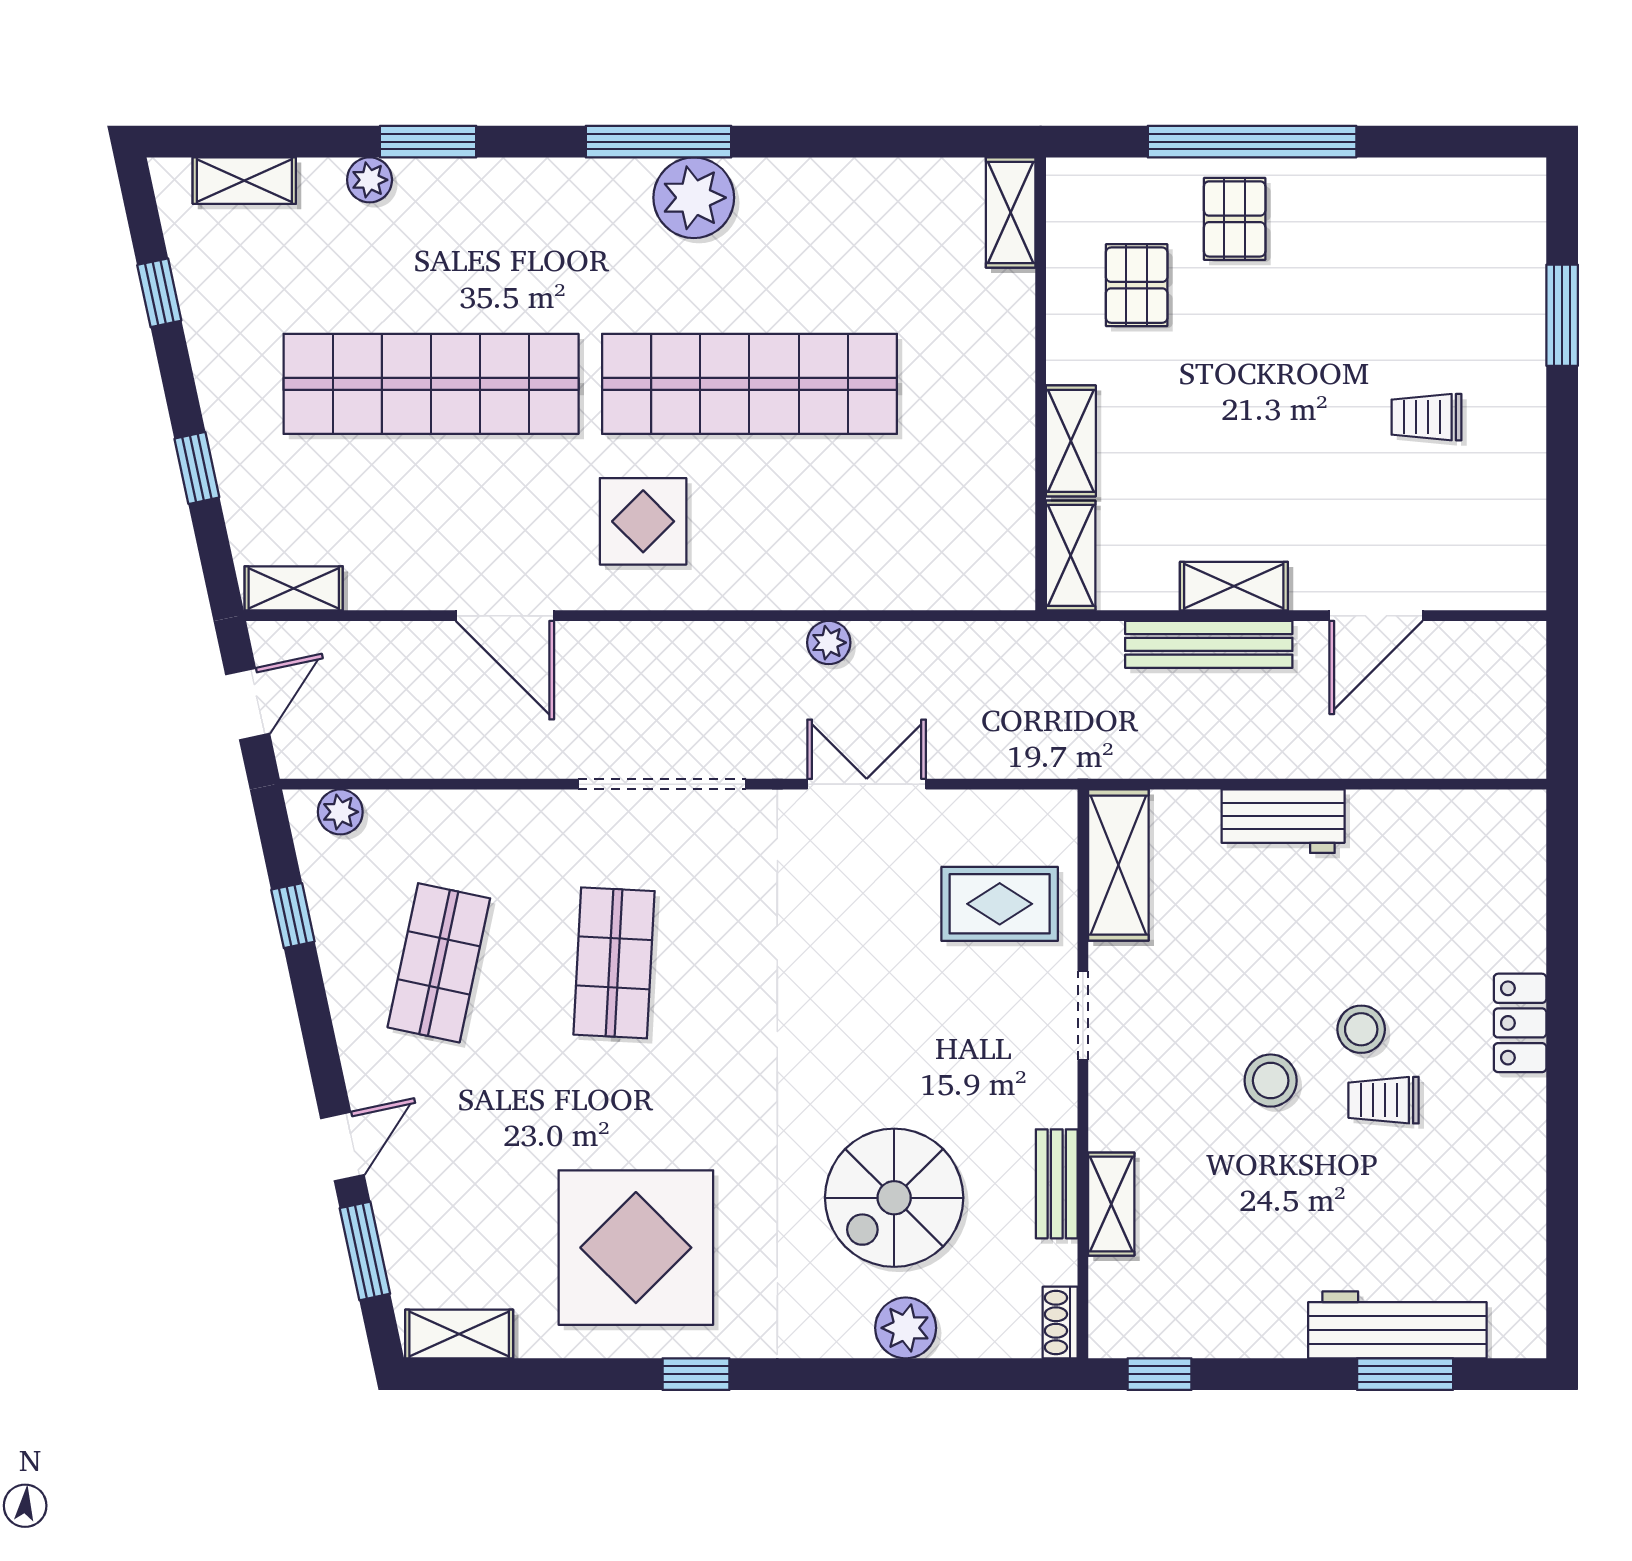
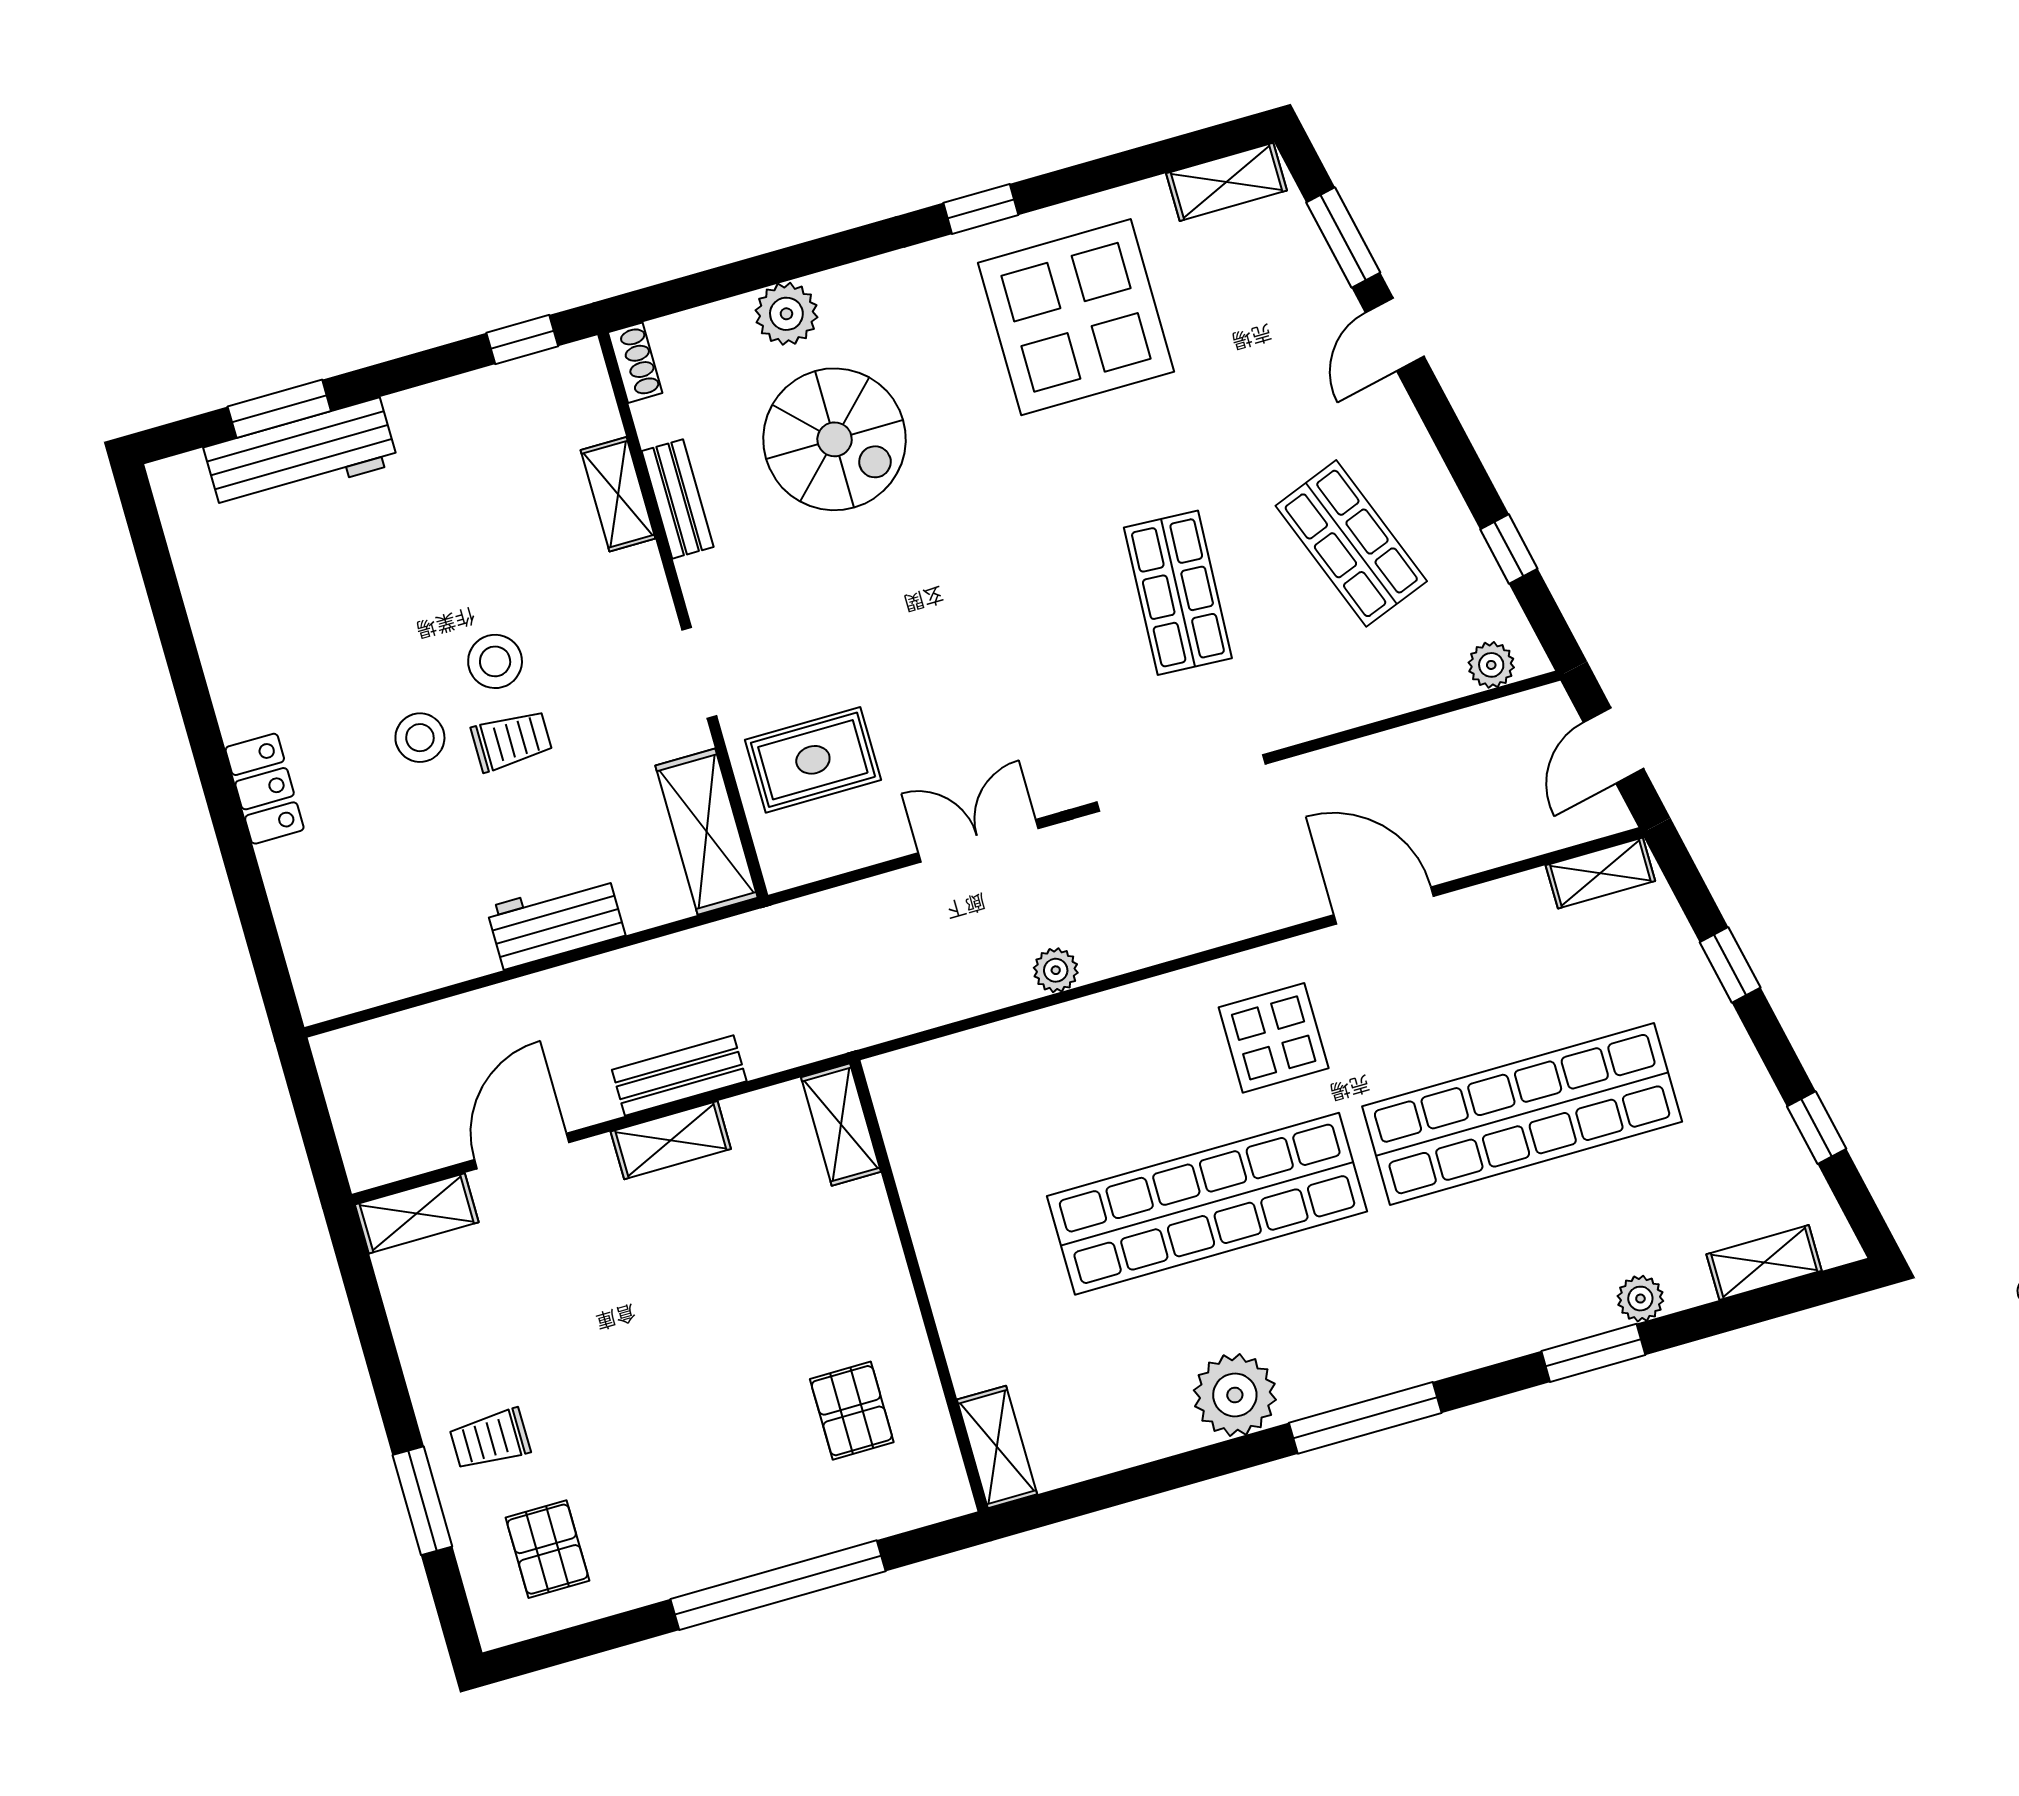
plant: (694, 198) -> (1235, 1395), moved
pallet: (1235, 219) -> (548, 1549), moved
trolley: (1426, 417) -> (490, 1439), moved, turned 180
shelving: (1071, 441) -> (417, 1213), moved, turned 90
bench: (1209, 644) -> (679, 1076), width x0.73
double door: (867, 784) -> (978, 841), swing flipped
shop shelf: (439, 963) -> (1351, 543), turned -33
trolley: (1384, 1100) -> (512, 740), moved
spiral stairs: (894, 1198) -> (835, 439), turned 90

